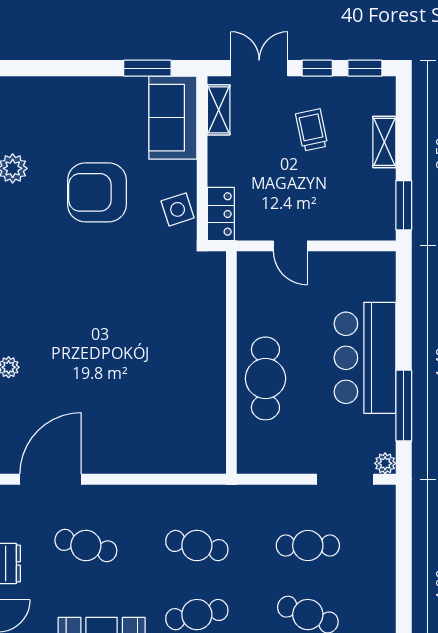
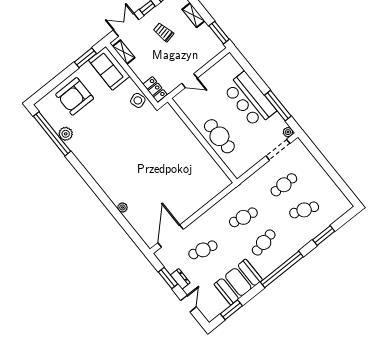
armchair: (97, 192) -> (75, 96), moved

